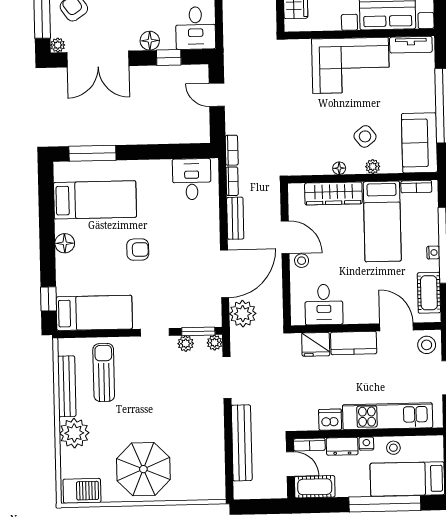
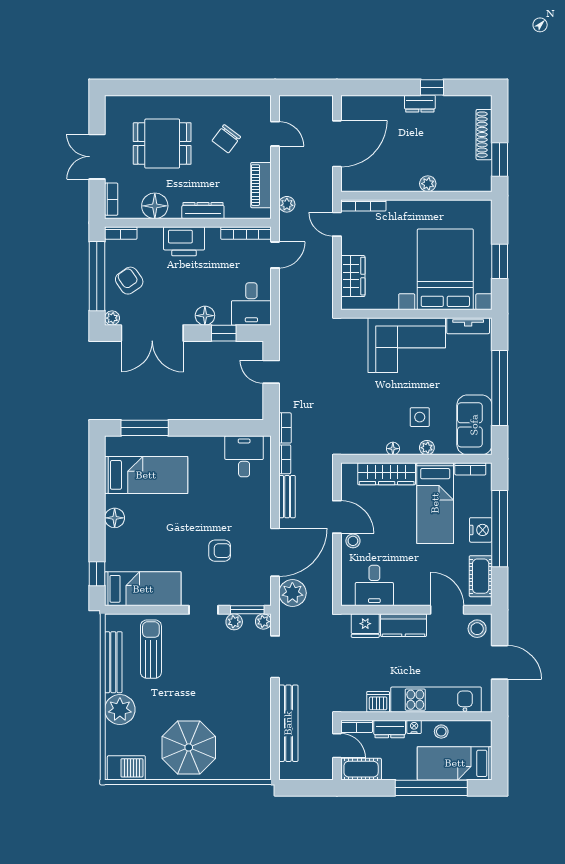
side table: (365, 136) -> (420, 417), turned 38
armchair: (138, 250) -> (220, 551), moved
nightstand: (433, 253) -> (481, 530), width x1.89, depth x1.79

